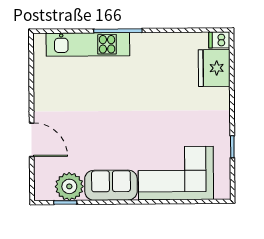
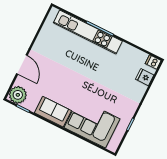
kitchen unit: (88, 44) -> (88, 32), width x1.36
fridge: (214, 68) -> (145, 77), width x0.53, depth x0.75
plant: (69, 186) -> (18, 95), moved

